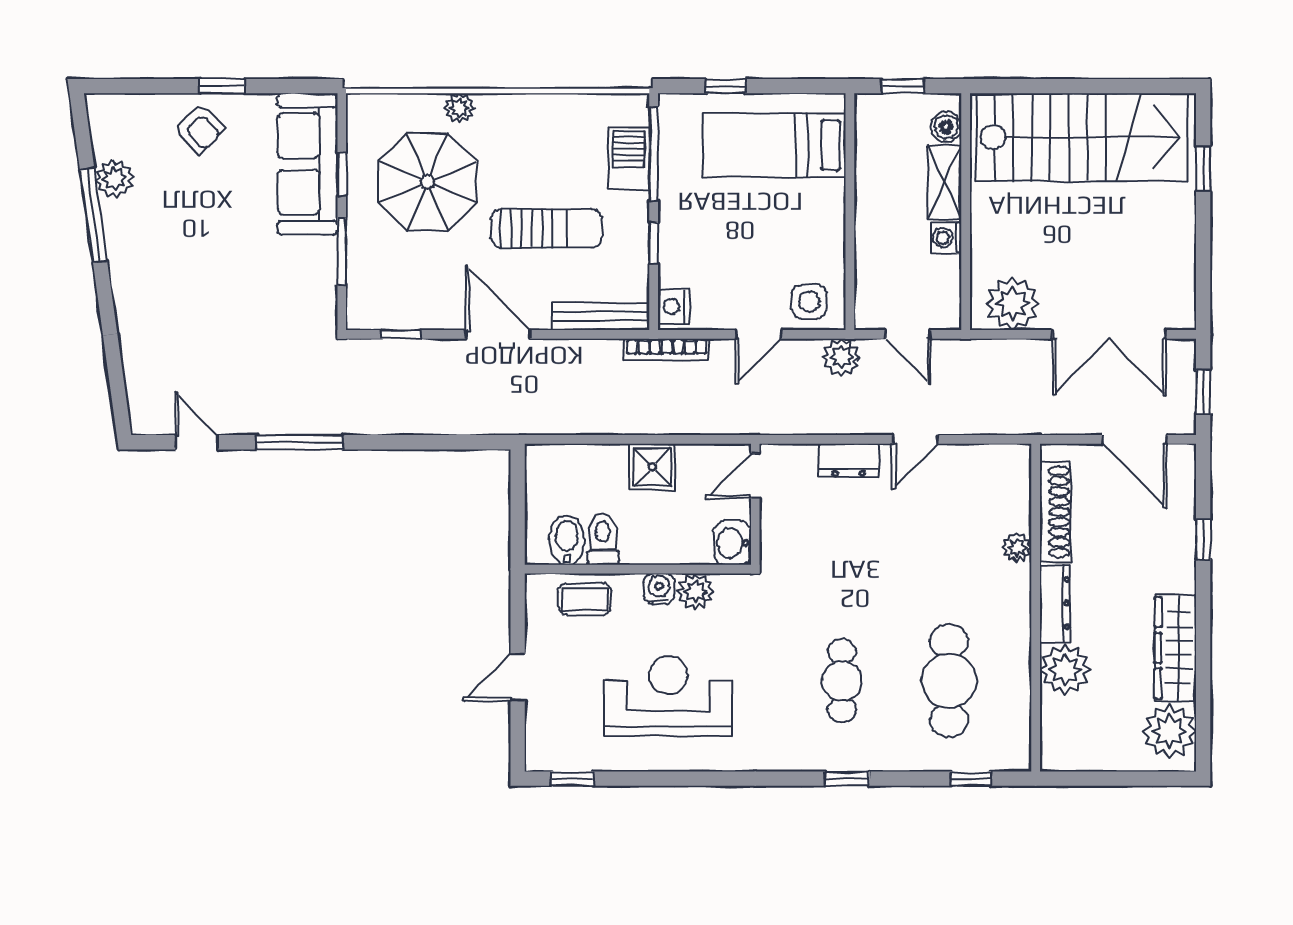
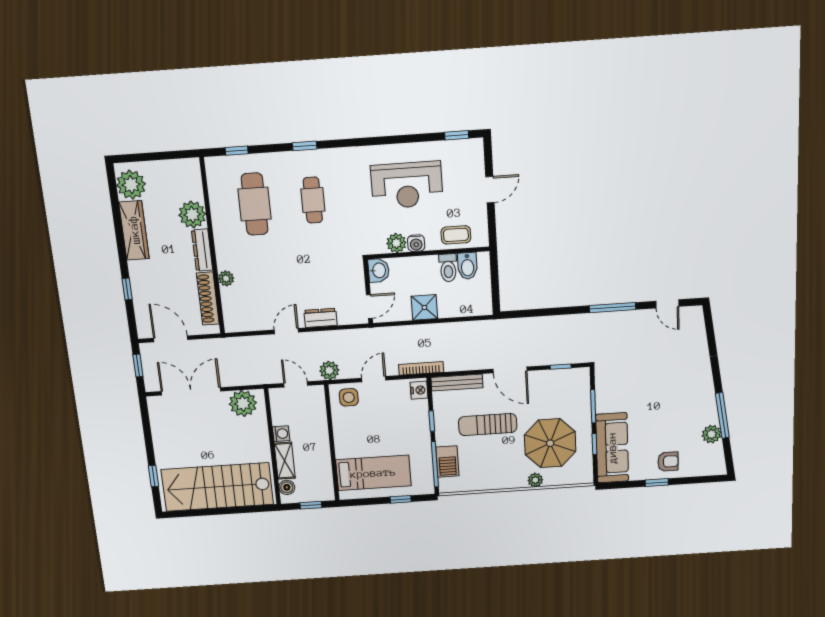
armchair: (199, 128) -> (668, 462), turned 133

